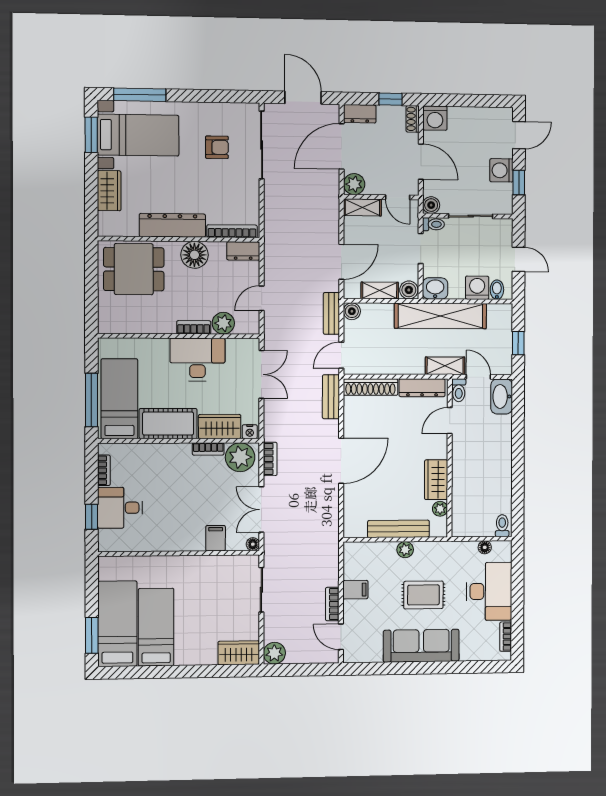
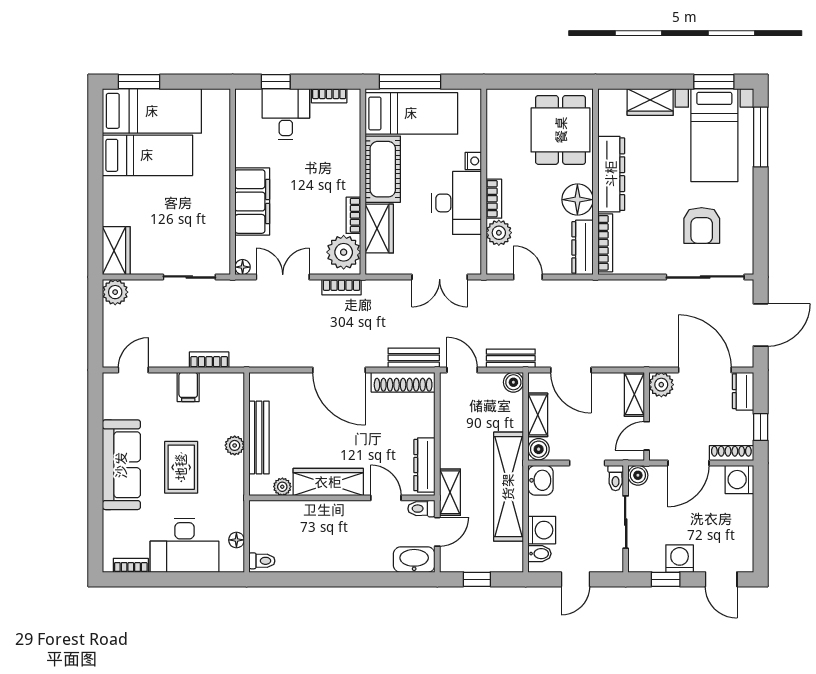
shoe rack: (413, 119) -> (731, 453), width x1.43
armchair: (217, 147) -> (702, 225), width x1.38, depth x1.38
dresser: (243, 251) -> (582, 247), width x1.44
shoe rack: (370, 387) -> (403, 382), moved, turned -90
nightstand: (250, 432) -> (473, 161), moved, turned 180
wardrobe: (436, 480) -> (328, 482), width x1.50
filing cabinet: (216, 538) -> (252, 202), width x3.00, depth x1.17
bookcase: (332, 604) -> (209, 360), moved

